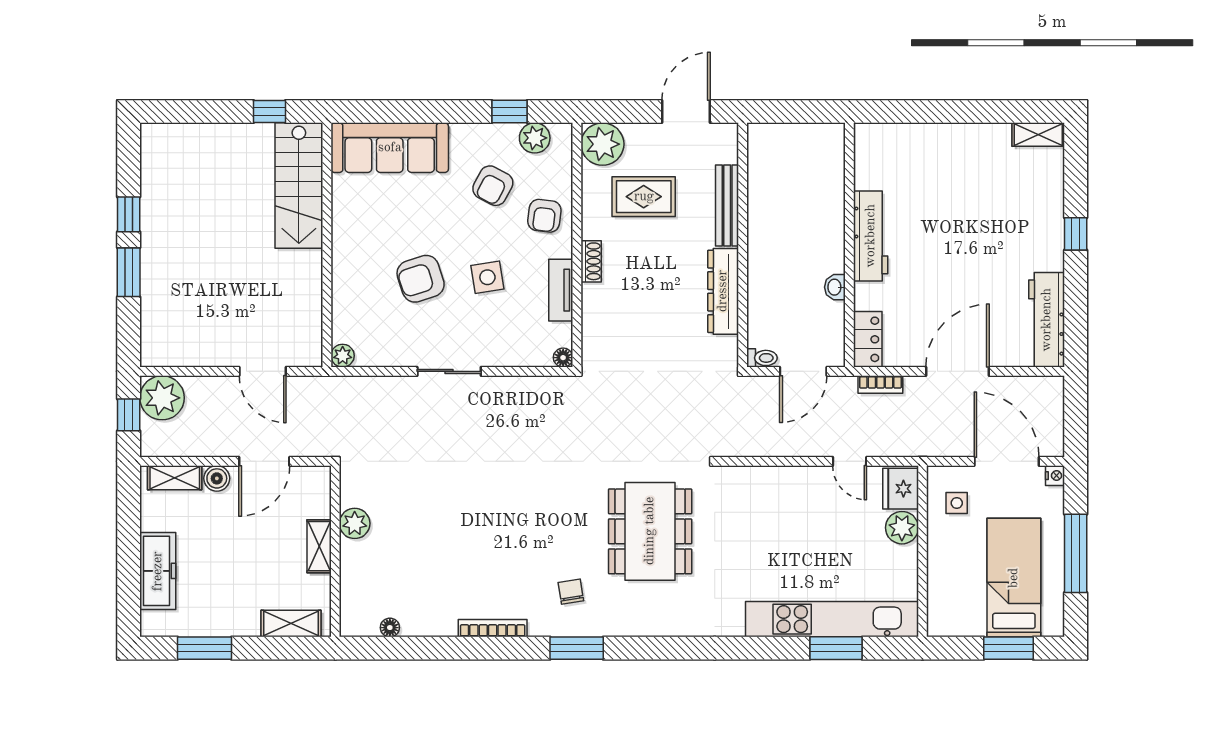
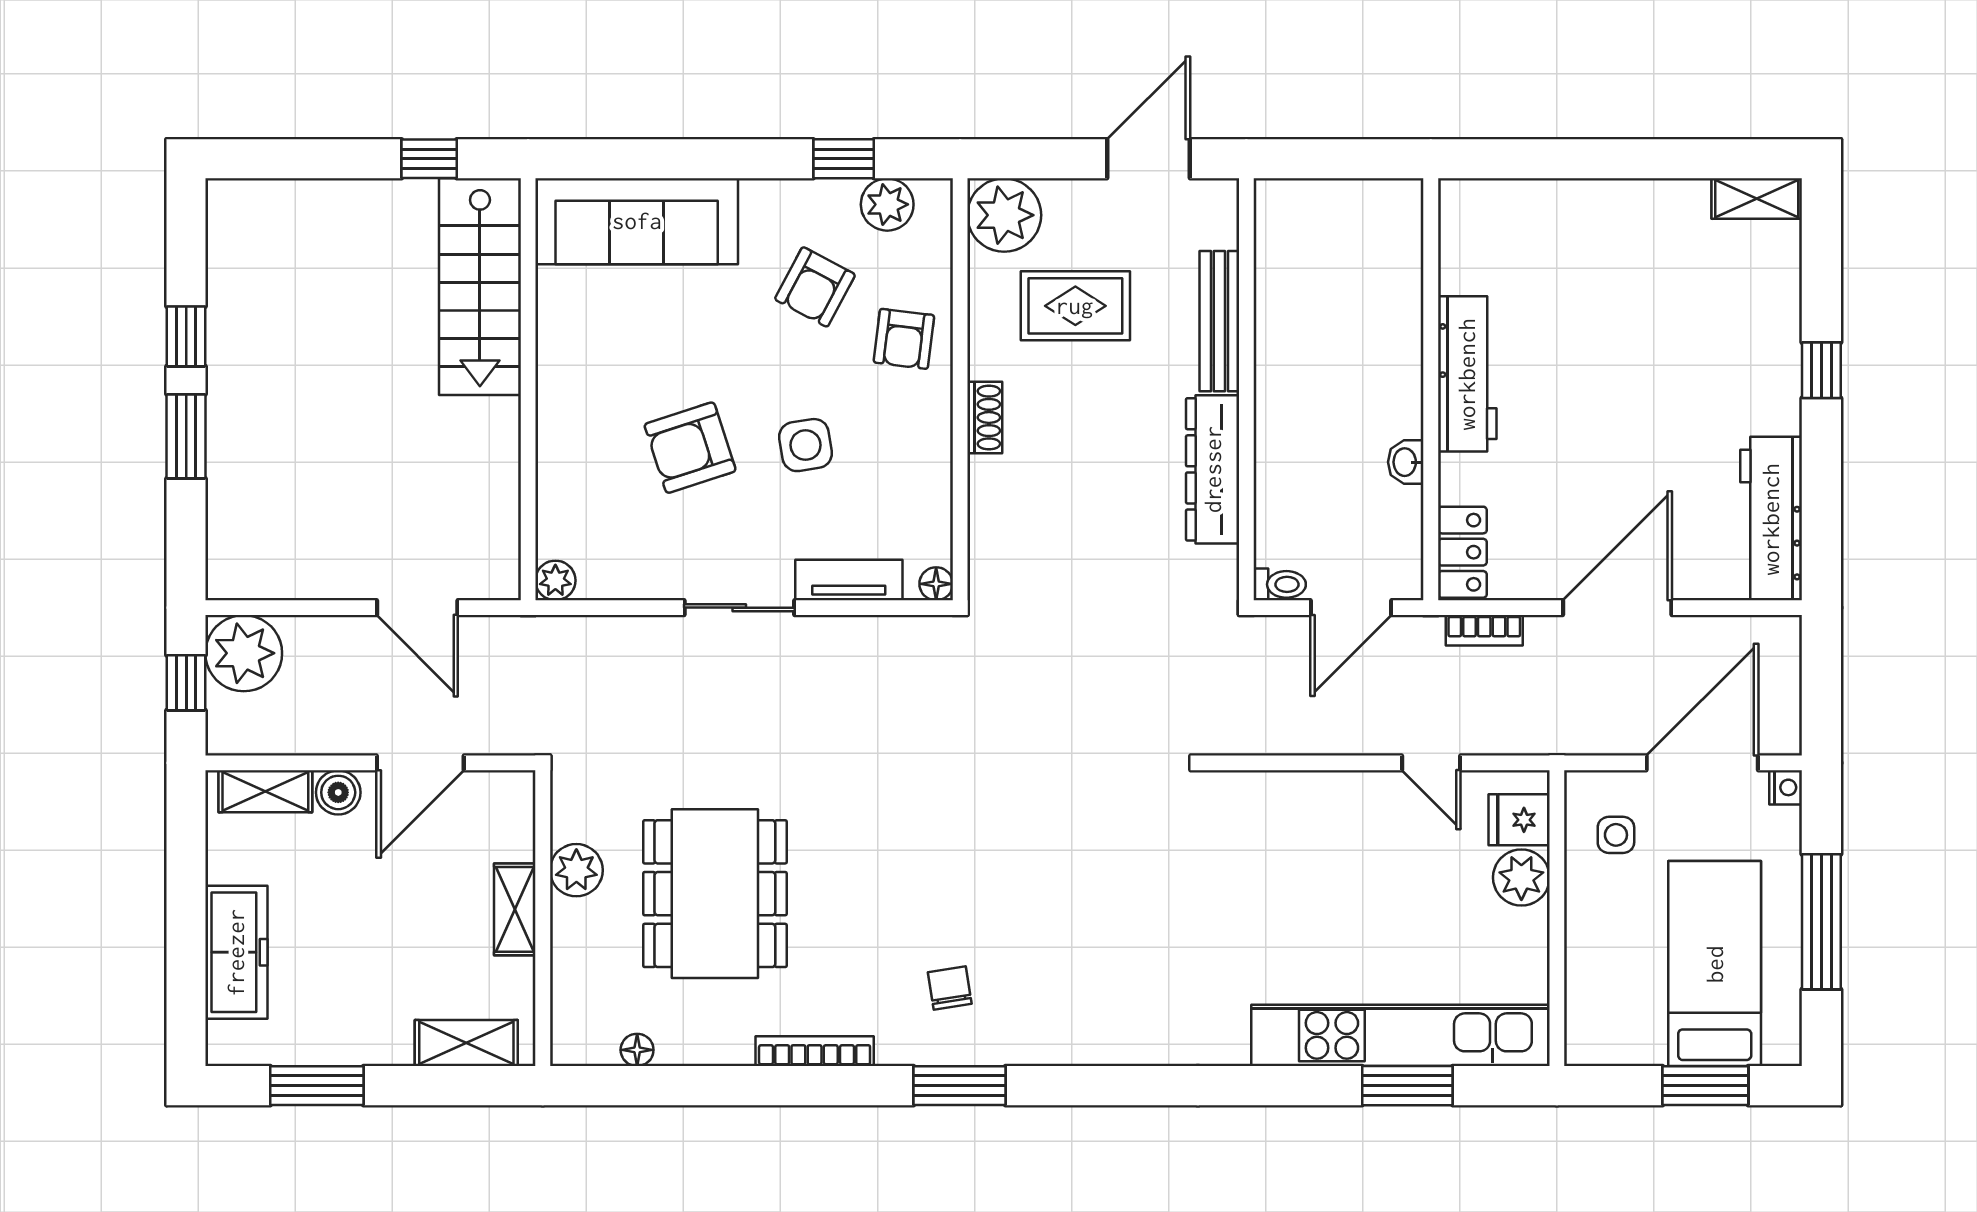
tv unit: (561, 290) -> (849, 580), moved, turned 90
door: (1007, 461) -> (1702, 763), hinge flipped
fridge: (901, 489) -> (1519, 820), width x0.72
dining table: (650, 531) -> (715, 894), moved

